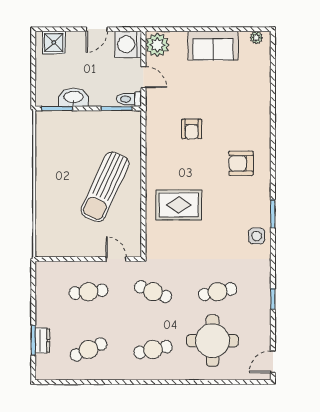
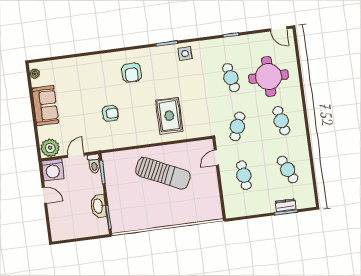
shower: (54, 43) -> (59, 226), removed

